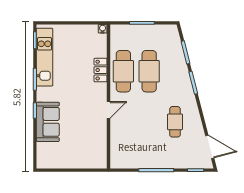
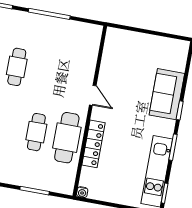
locker: (101, 70) -> (93, 144), width x1.53
cafe table: (149, 71) -> (36, 132), width x0.73, depth x0.74
door: (108, 110) -> (93, 95), swing flipped

